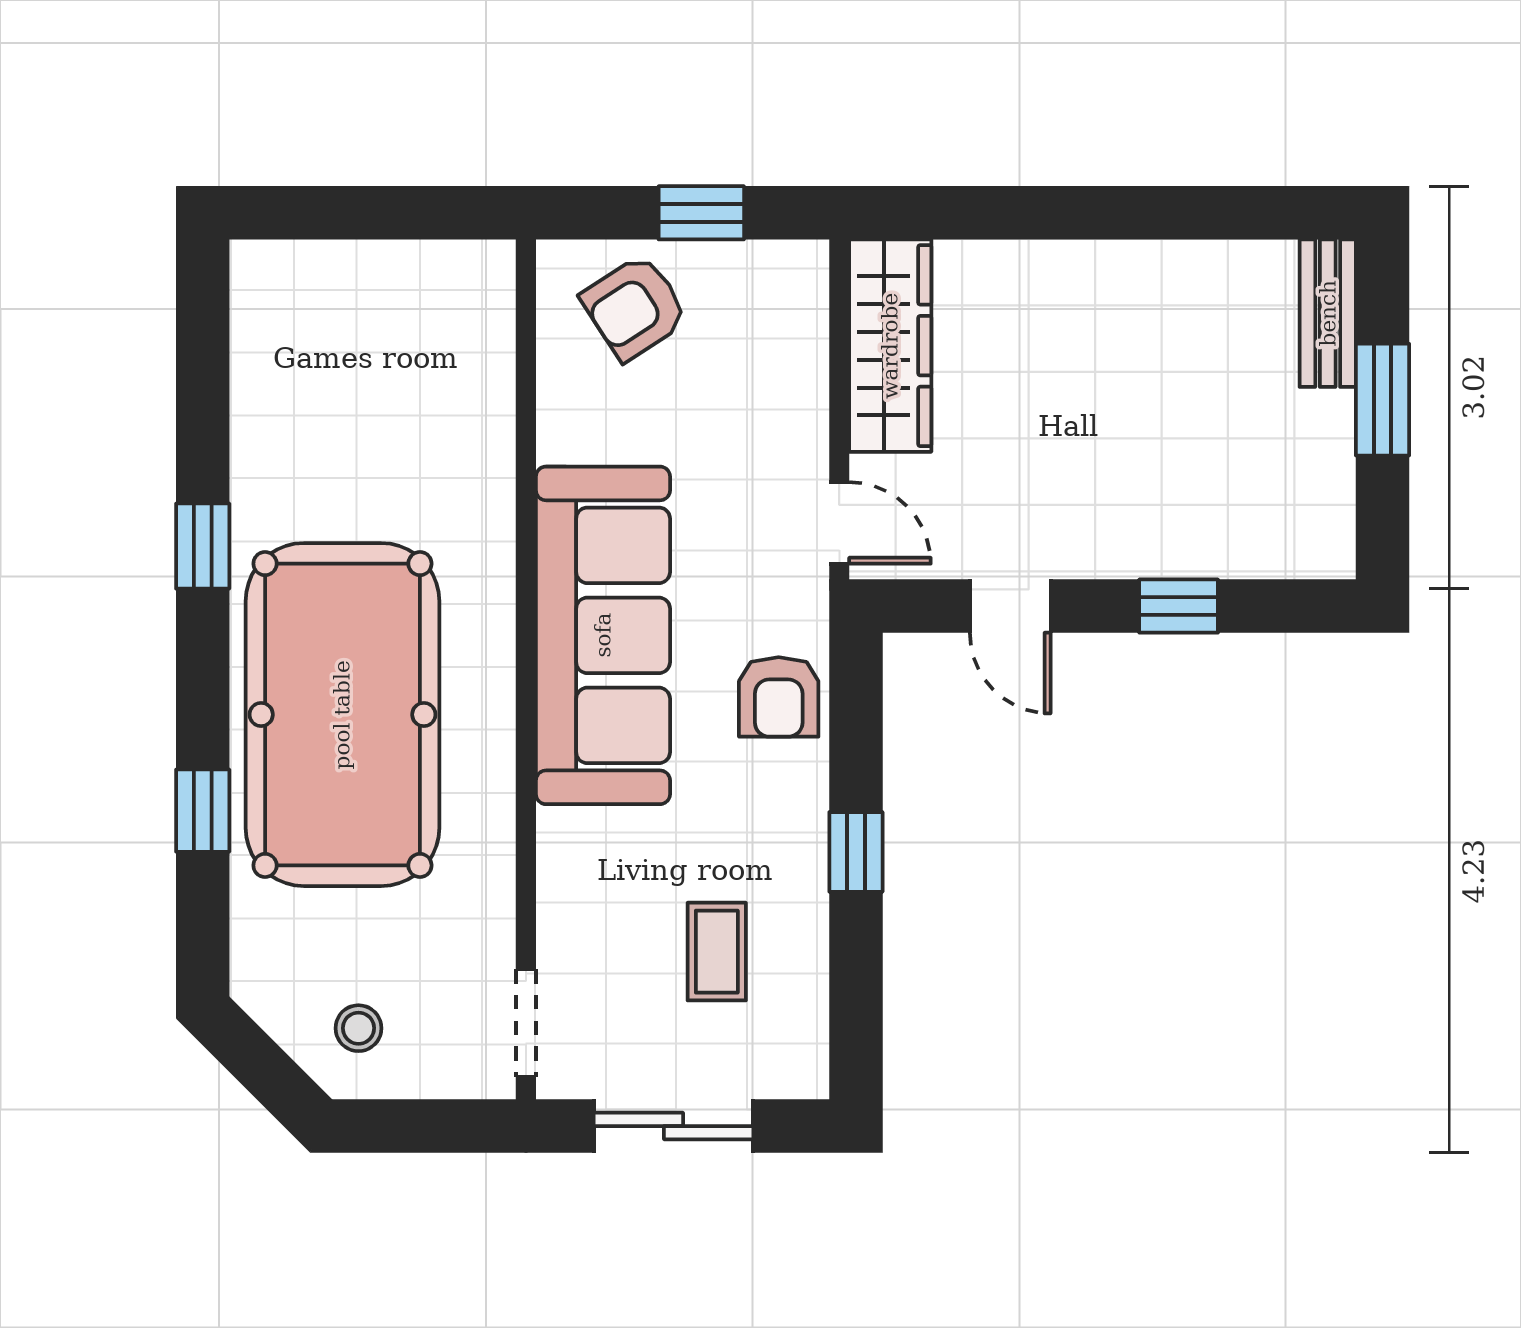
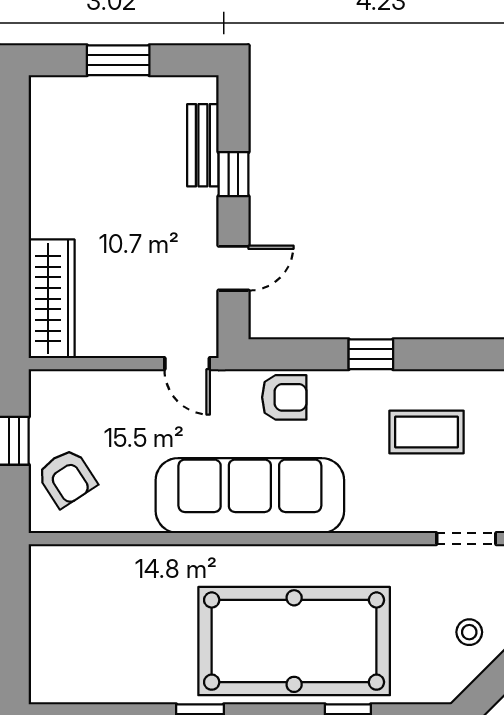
bench: (1328, 313) -> (203, 145), moved, turned 90
wardrobe: (890, 346) -> (52, 299), moved, turned 90
door: (839, 523) -> (187, 364), swing flipped
coffee table: (717, 952) -> (426, 432), width x1.36, depth x1.30

